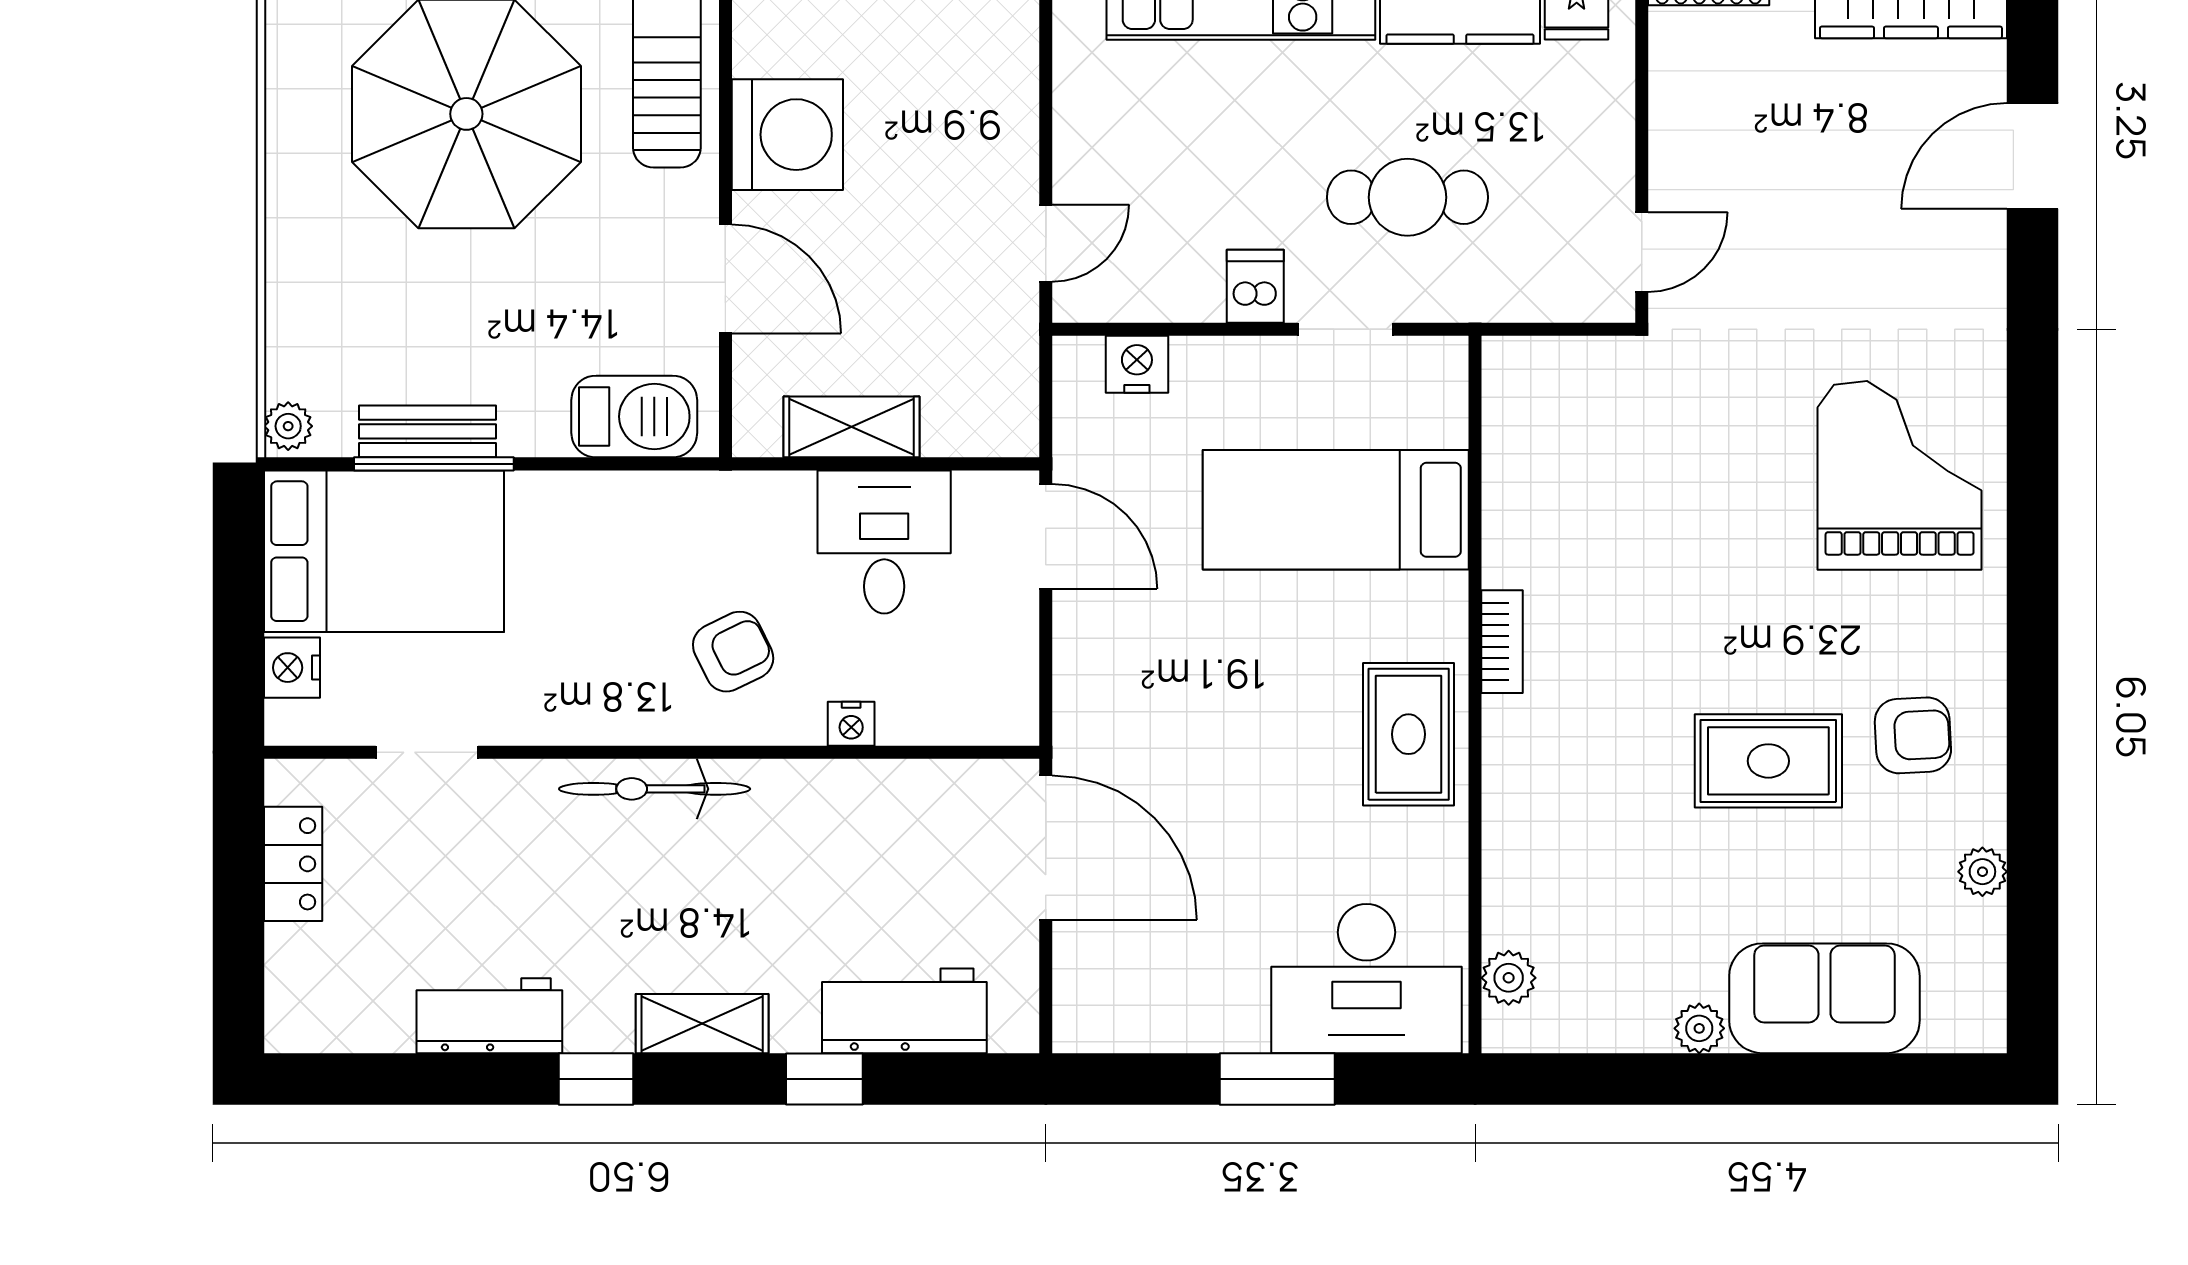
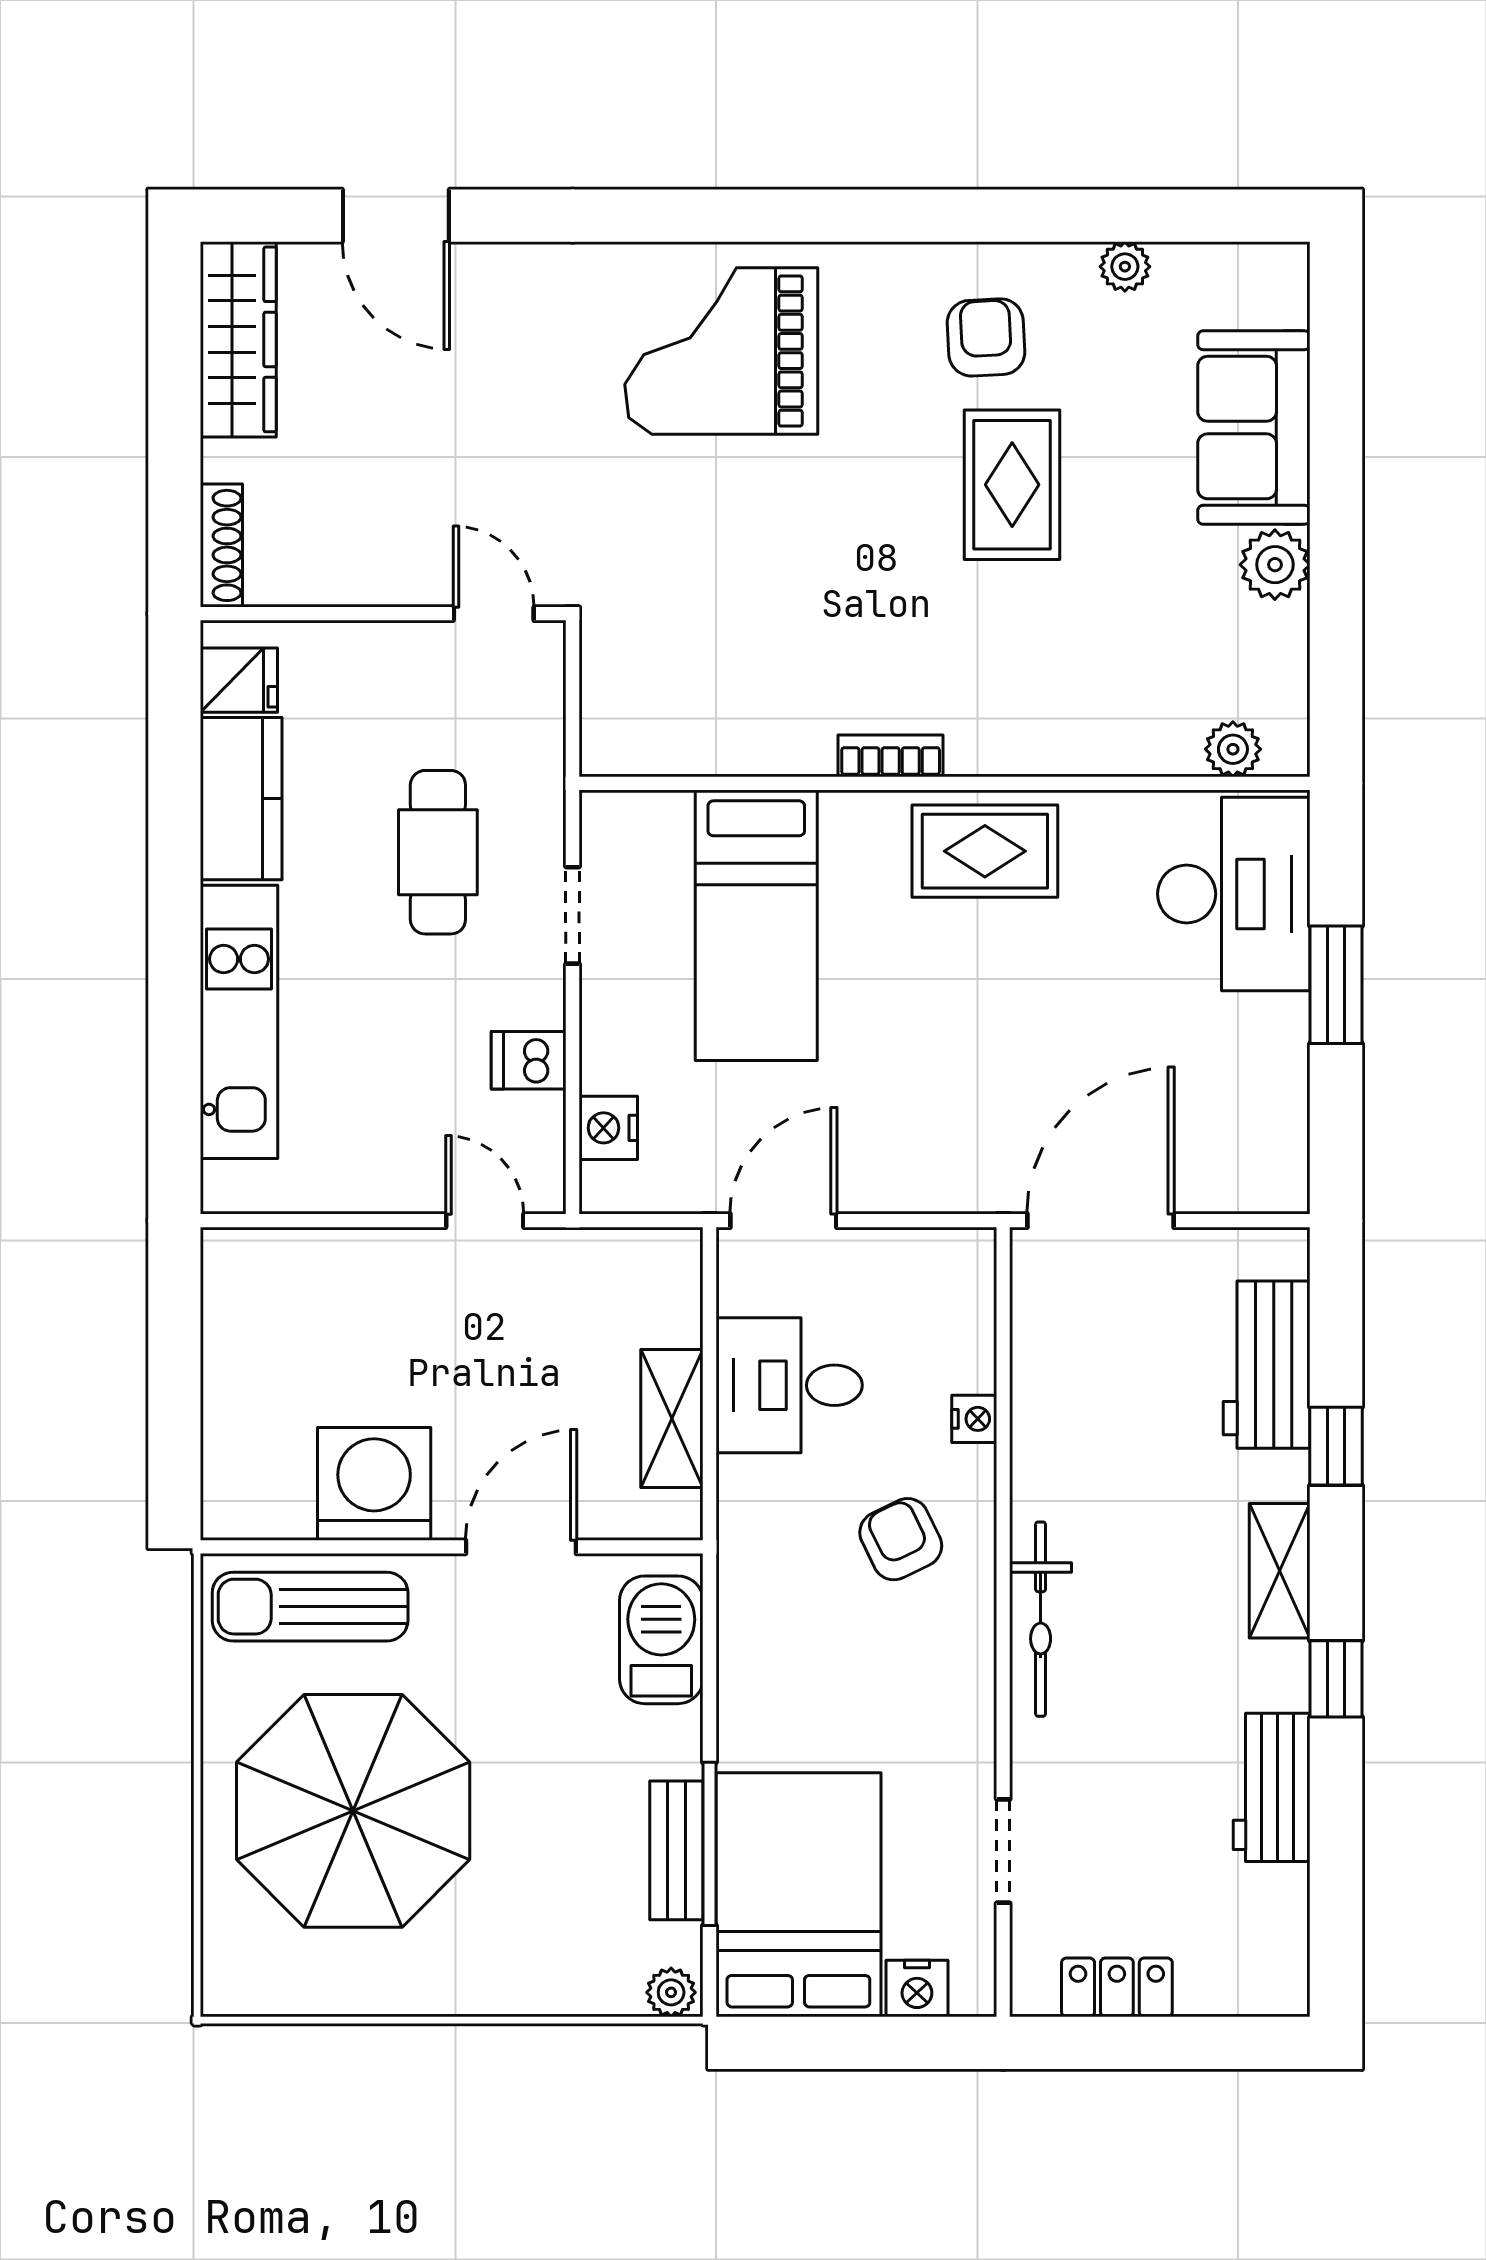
dishwasher: (1255, 286) -> (529, 1060), moved
plant: (1699, 1028) -> (1275, 565), width x1.38, depth x1.38

